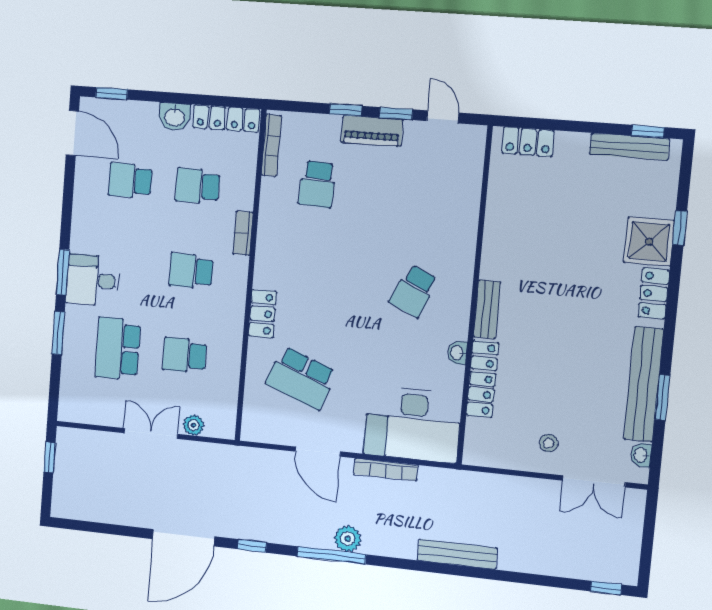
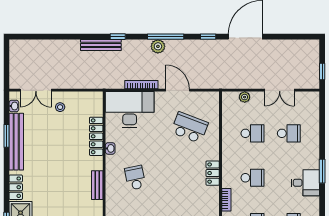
desk: (93, 280) -> (305, 183), moved
school desk: (414, 291) -> (135, 178), turned -36
bench: (487, 309) -> (97, 185), moved
locker: (262, 314) -> (213, 173), moved
window: (58, 333) -> (322, 139), removed
school desk: (118, 349) -> (289, 133), width x0.54
double door: (151, 434) -> (280, 90), moved
double door: (594, 481) -> (36, 90), swing flipped
window: (606, 588) -> (118, 37), moved

